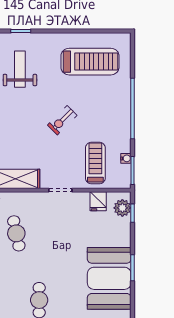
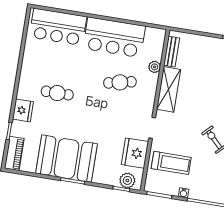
water cooler: (126, 158) -> (184, 193), moved
fridge: (98, 201) -> (135, 153), width x1.88, depth x1.34

